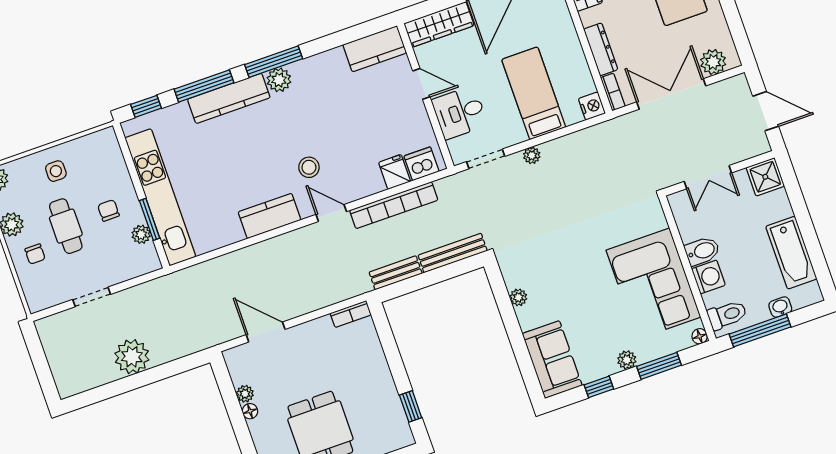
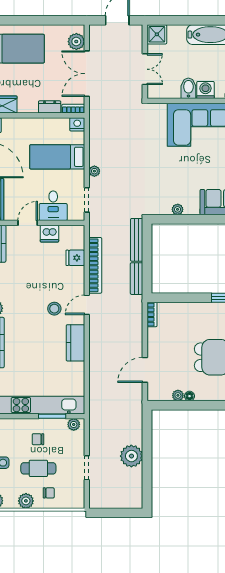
dresser: (601, 49) -> (50, 107), width x0.70
dishwasher: (421, 164) -> (49, 234), moved, turned -90
plant: (141, 234) -> (74, 424), moved

